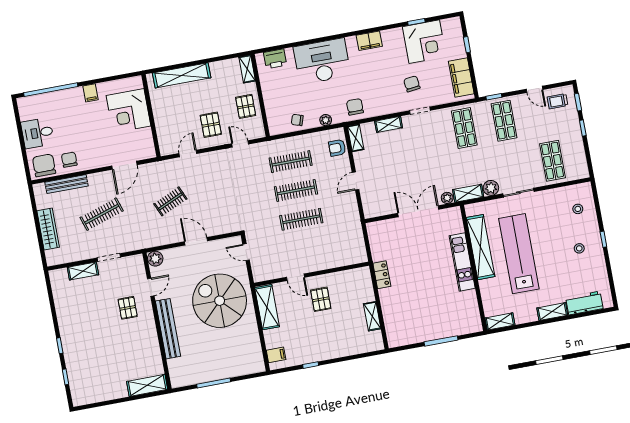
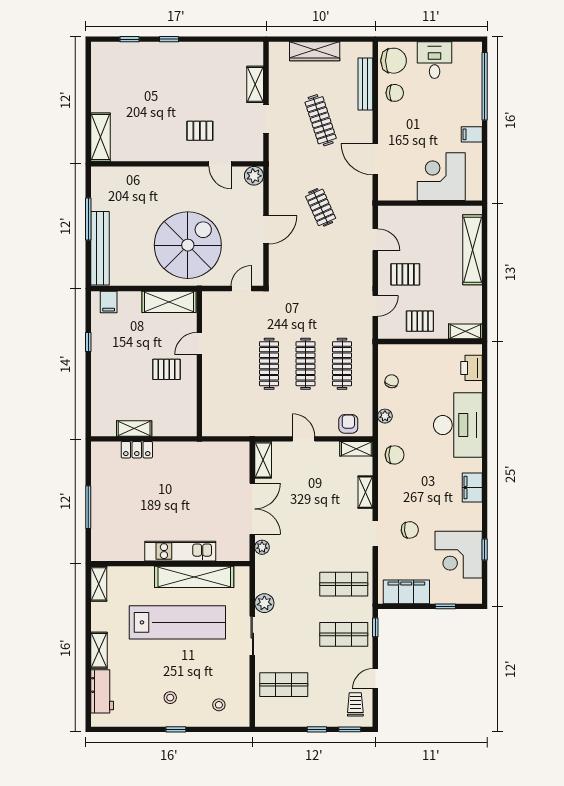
shelving: (468, 193) -> (263, 460), moved
locker: (382, 275) -> (137, 450), moved
bench: (168, 329) -> (100, 248), moved, turned 90

